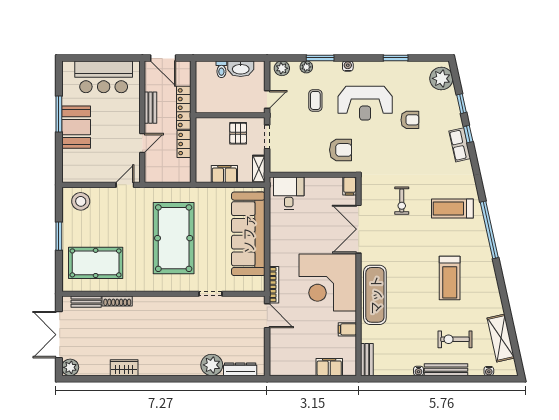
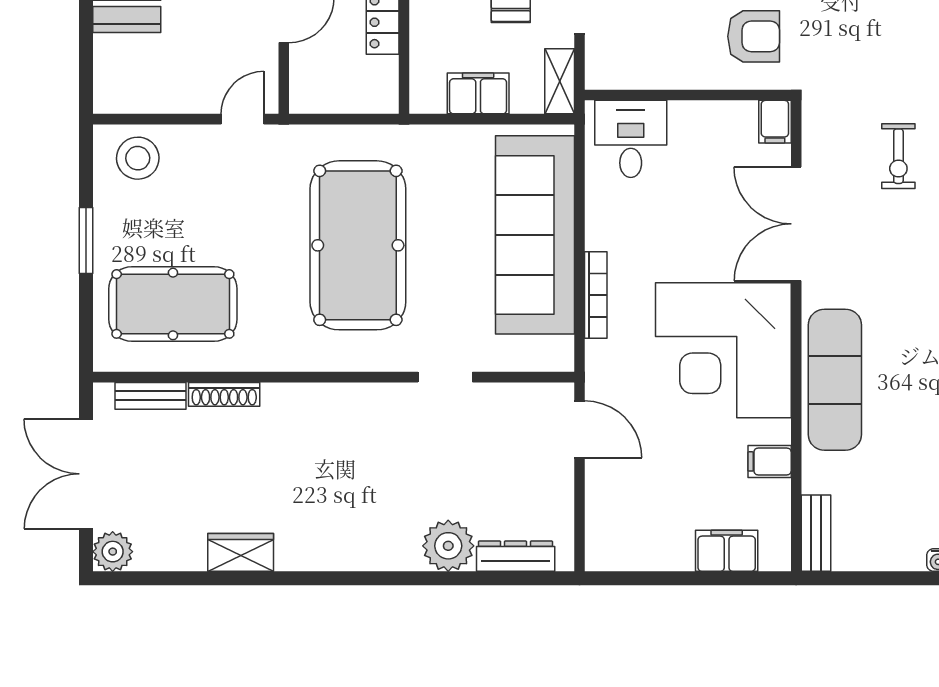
bookcase: (274, 285) -> (596, 295), moved

